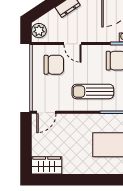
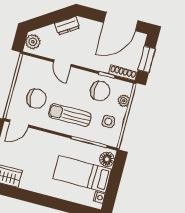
chair: (54, 65) -> (36, 99), moved

